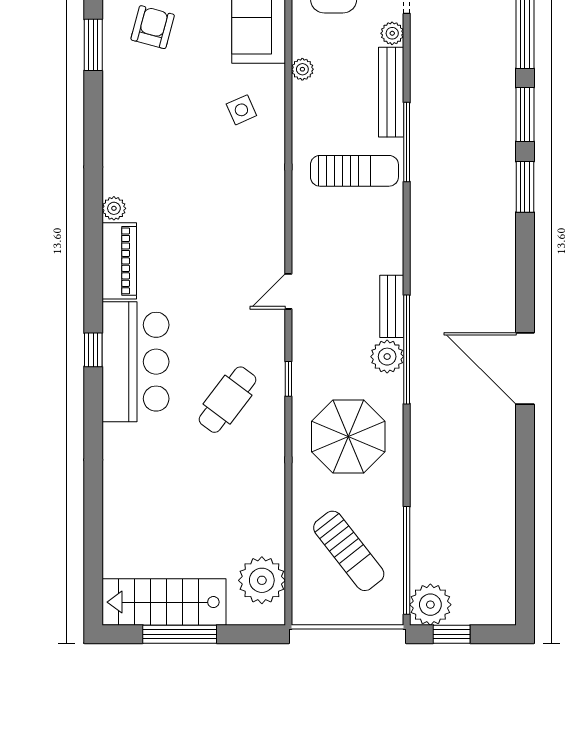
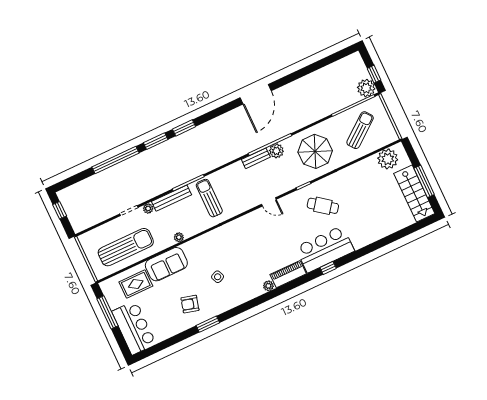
side table: (241, 110) -> (218, 277), moved

